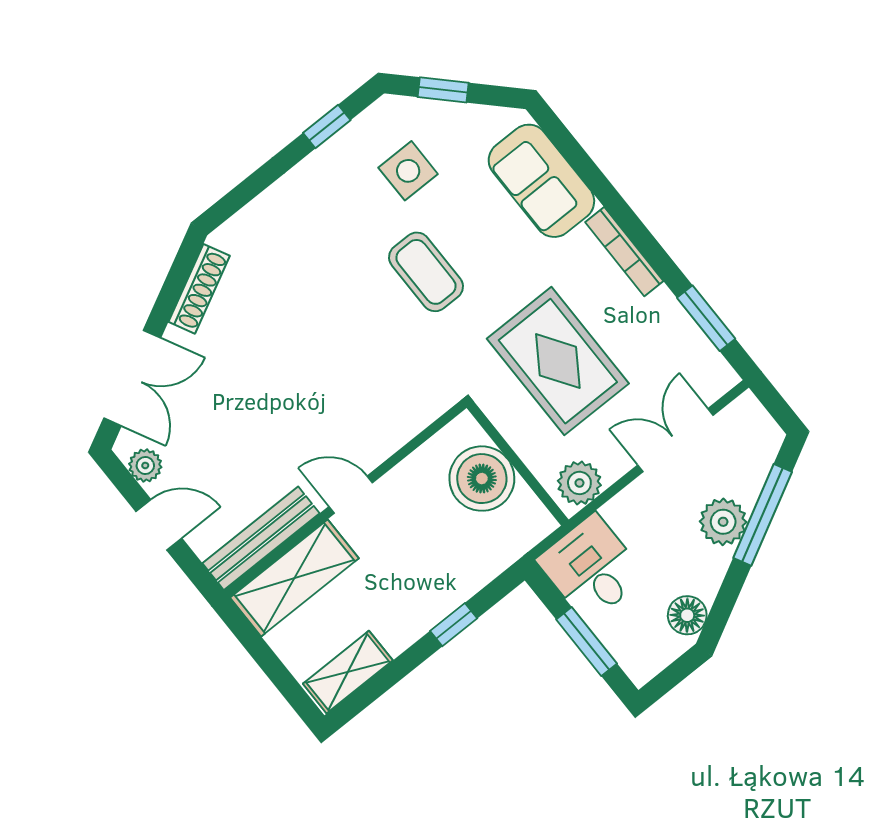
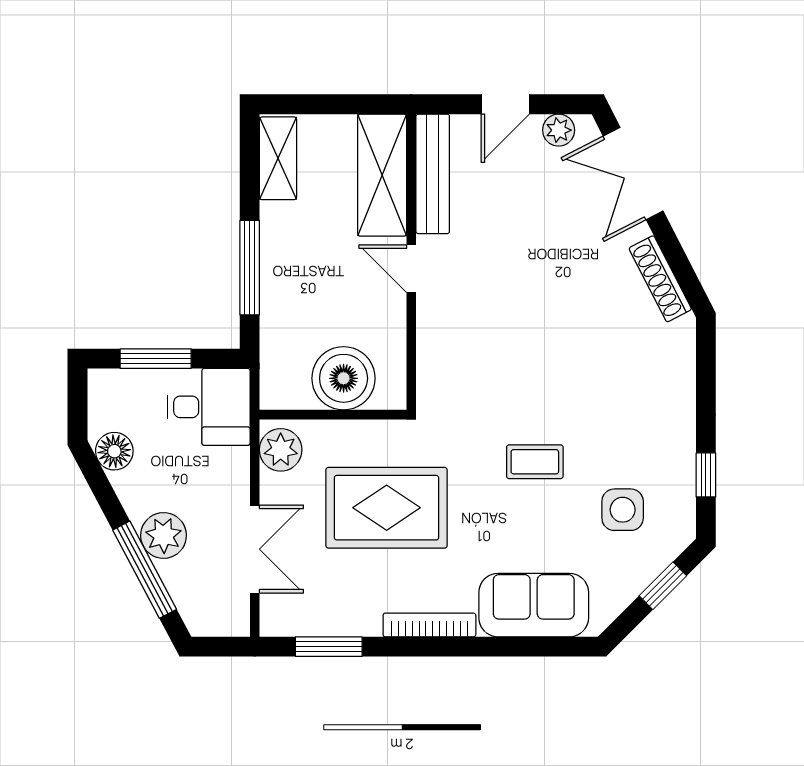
coffee table: (426, 272) -> (535, 462), width x0.73, depth x0.77
door: (351, 495) -> (411, 269), swing flipped
window: (454, 625) -> (250, 268), width x2.17

